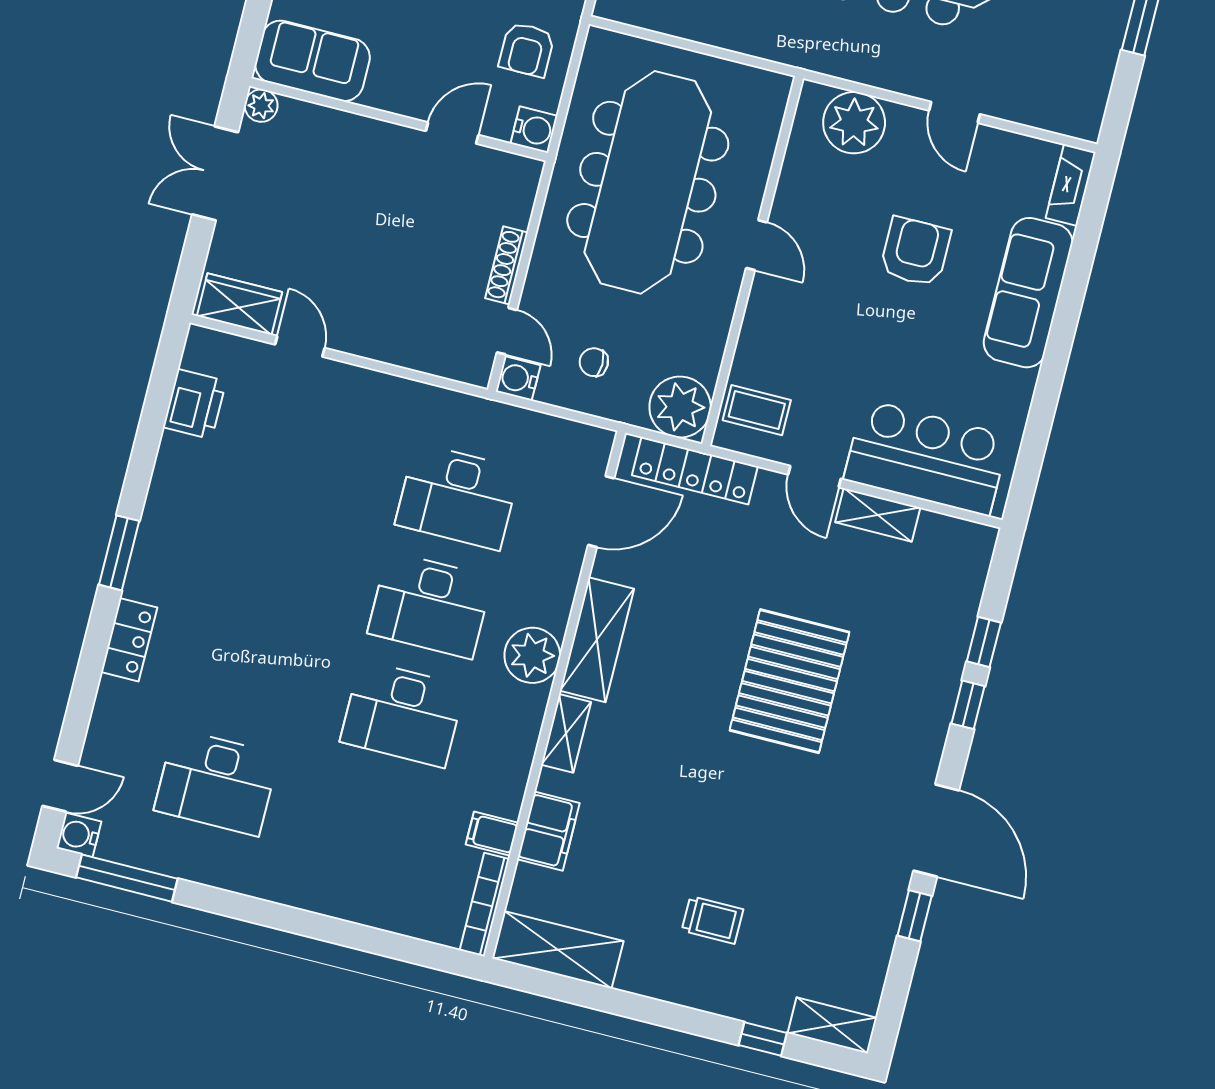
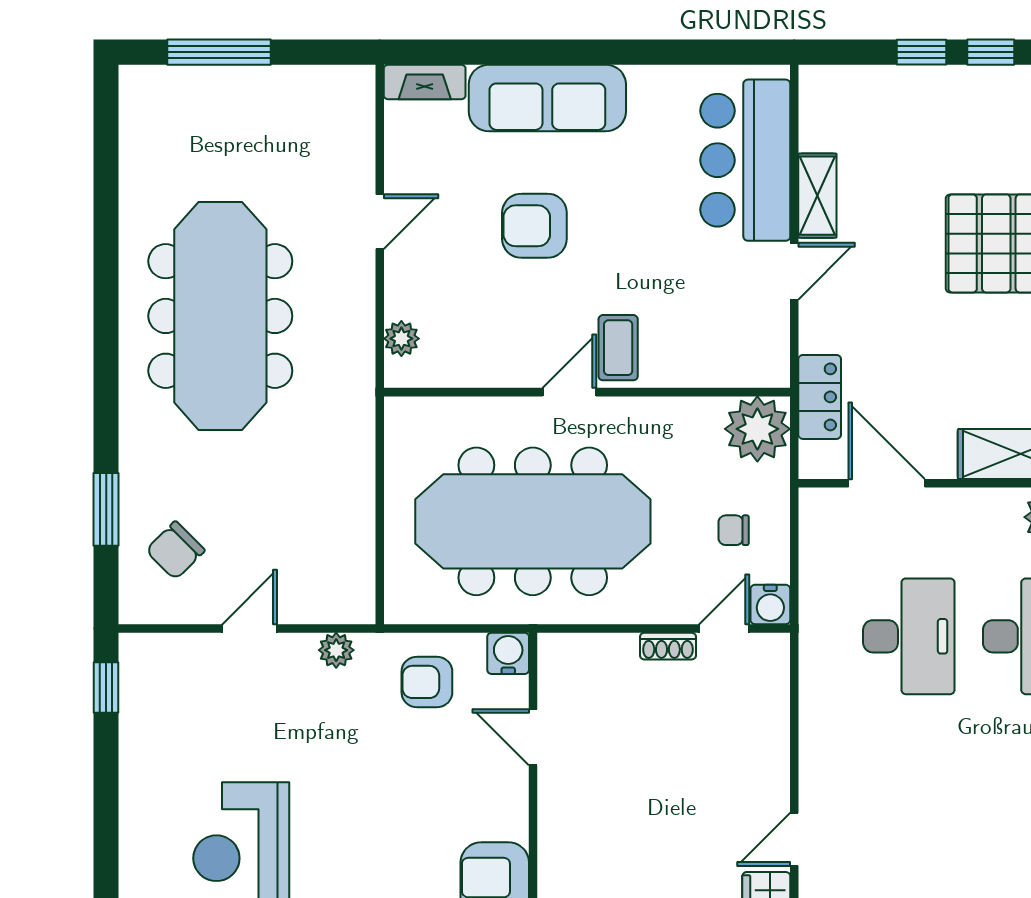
armchair: (527, 50) -> (427, 682), turned 180
plant: (854, 123) -> (401, 339), width x0.53, depth x0.53
shoe rack: (507, 265) -> (668, 646), width x0.70
chair: (594, 362) -> (734, 530), turned 90
coffee table: (757, 410) -> (618, 348), moved
locker: (695, 471) -> (820, 397), width x0.66

